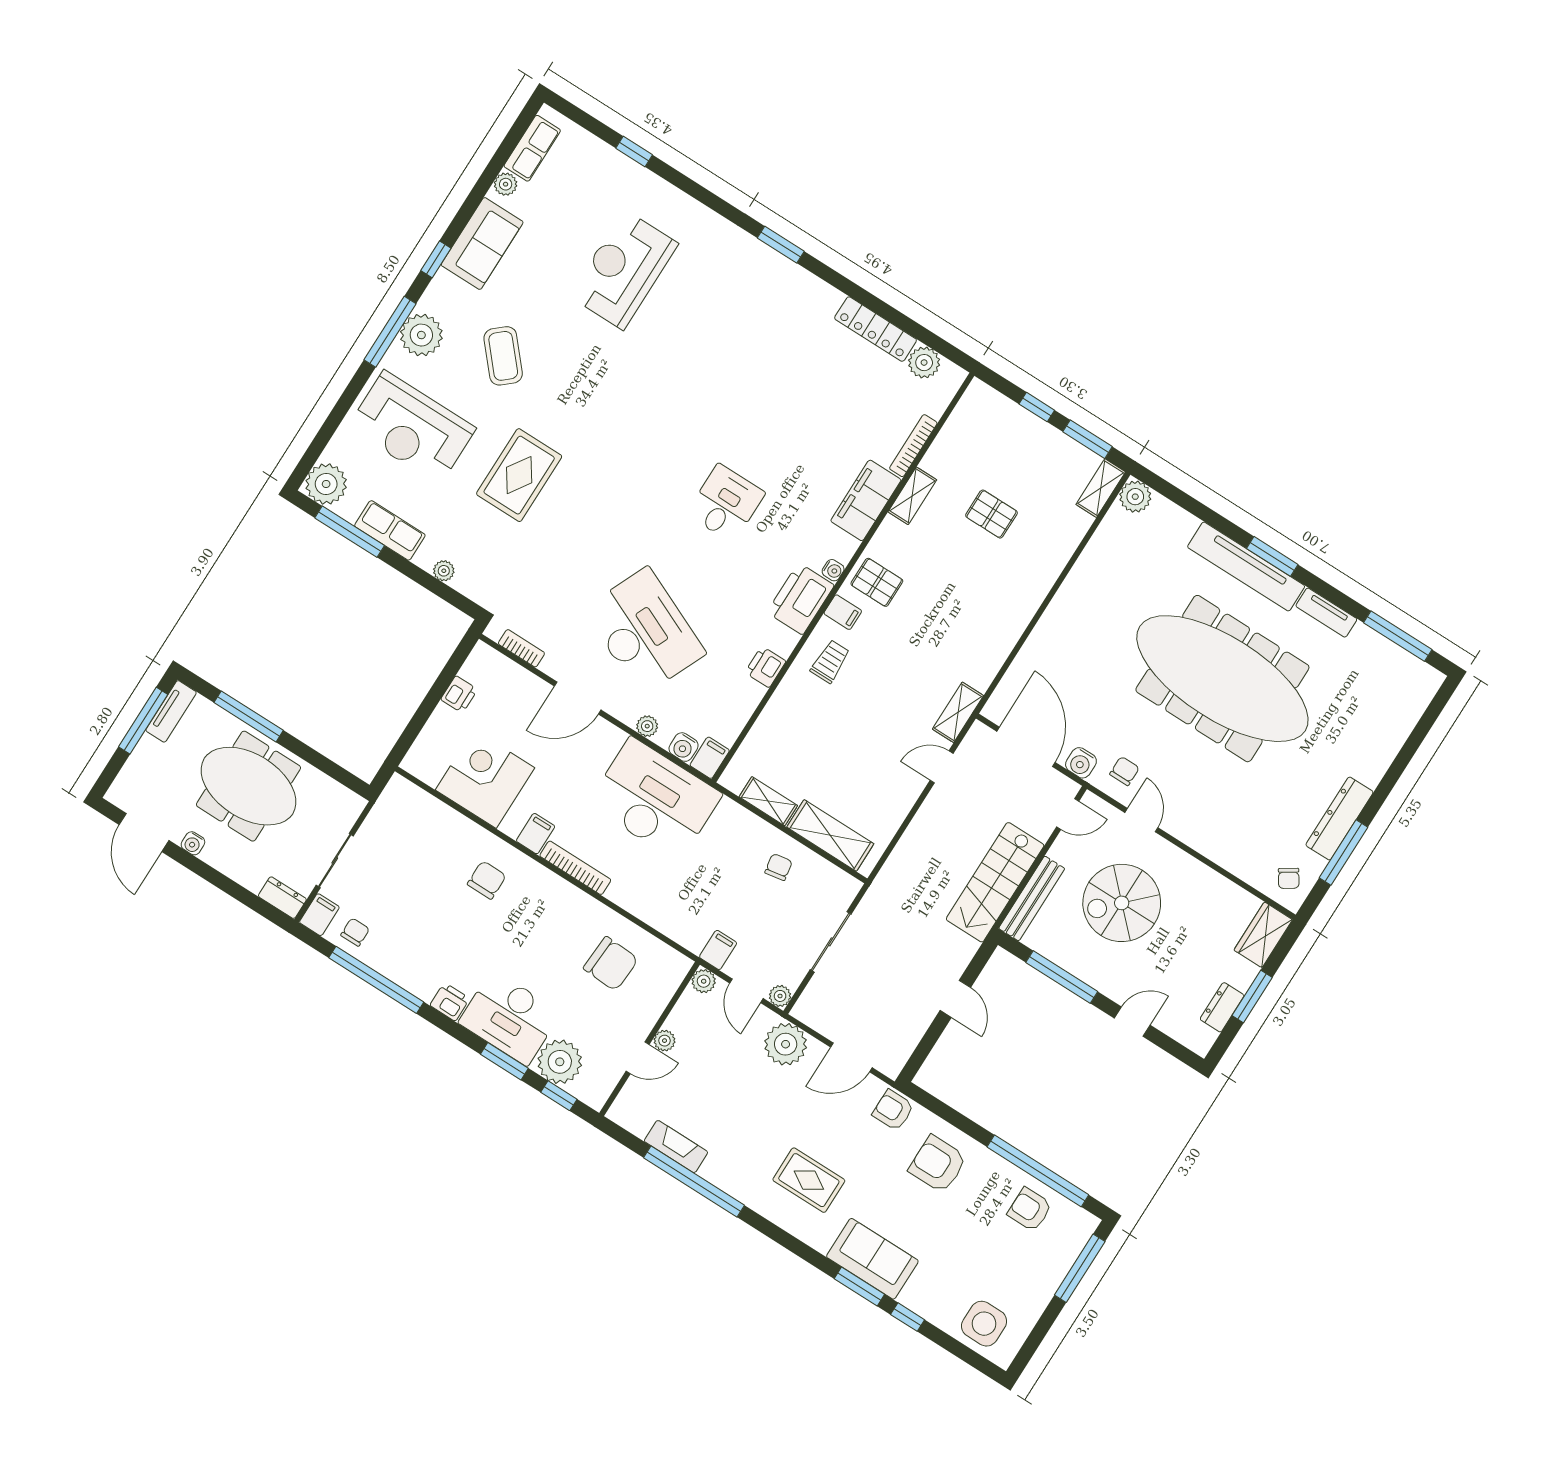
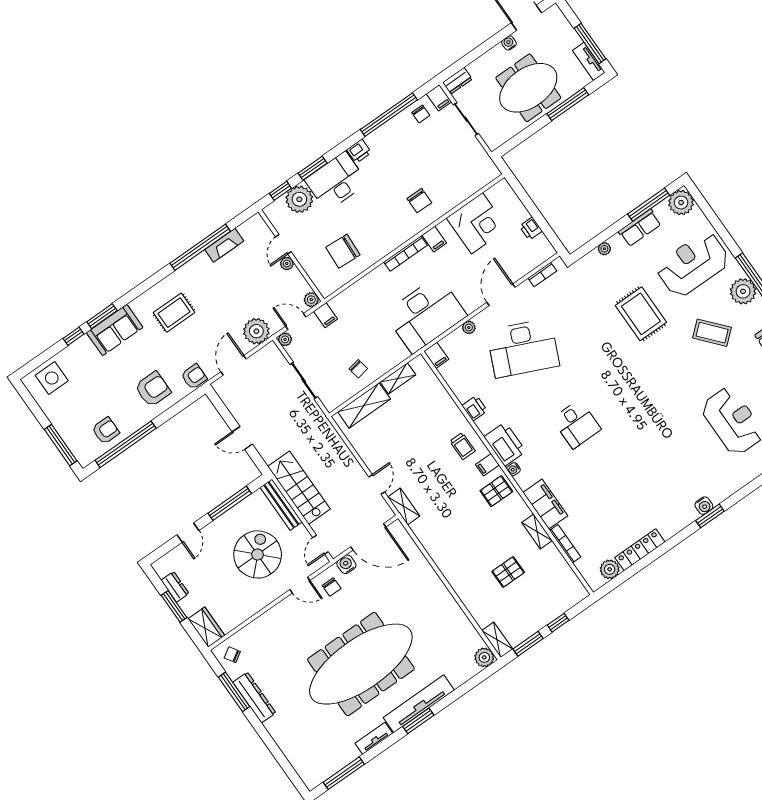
water cooler: (684, 747) -> (704, 506), moved, turned 180

